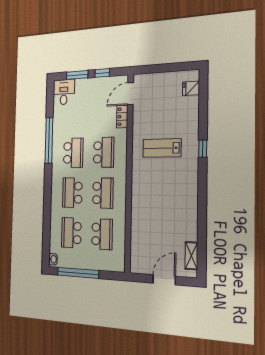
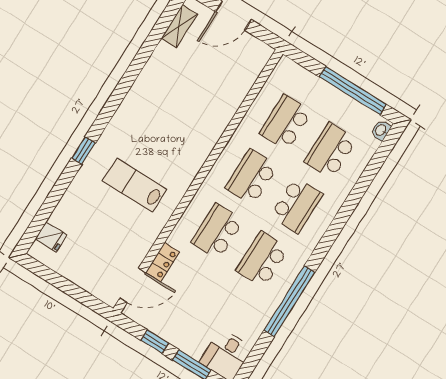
lab bench: (162, 148) -> (135, 185), turned 180
school desk: (71, 233) -> (331, 151), turned 180

